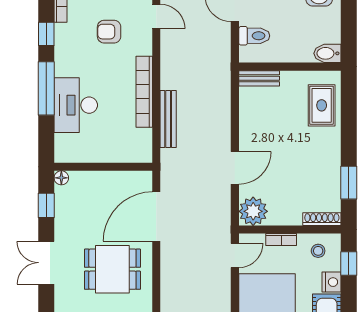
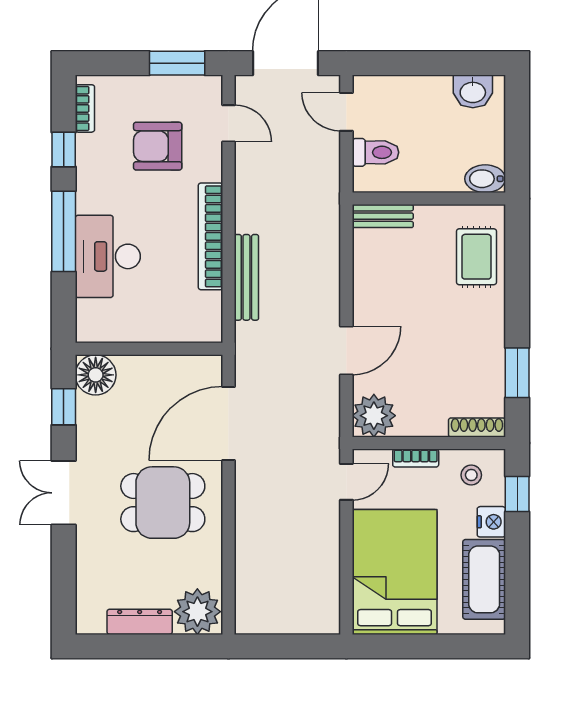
armchair: (109, 32) -> (158, 146), width x1.38, depth x1.38
floor lamp: (61, 178) -> (96, 375), width x1.89, depth x1.89

